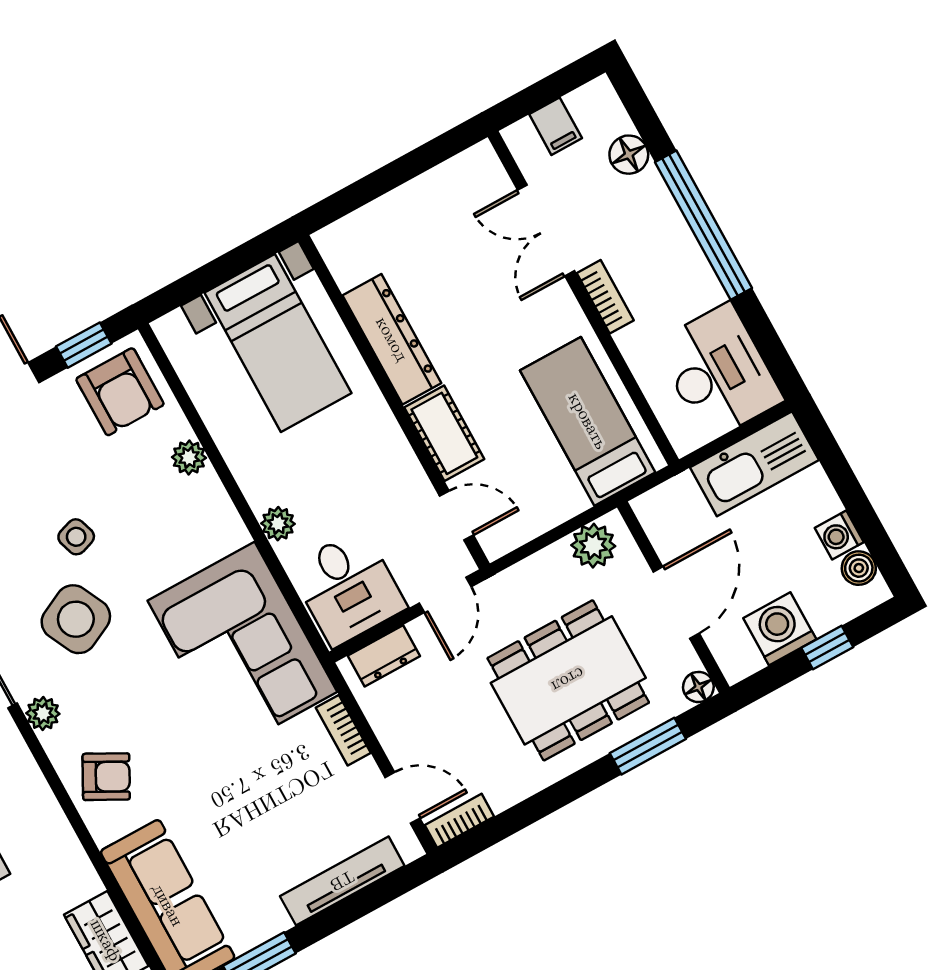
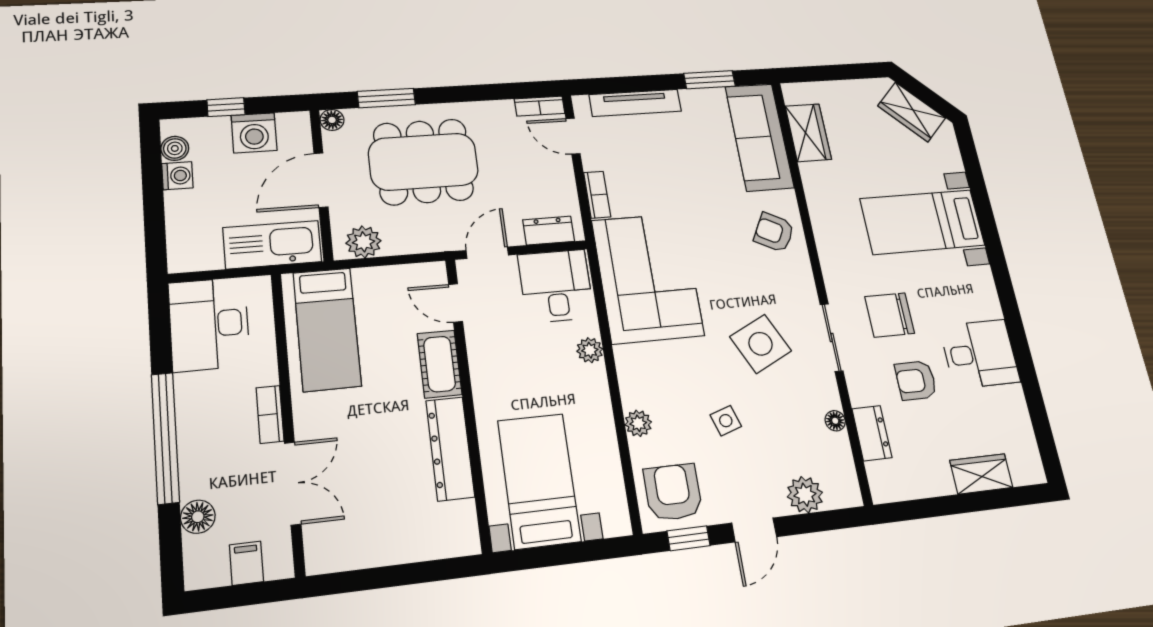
kitchen sink: (754, 464) -> (272, 245), moved
side table: (76, 537) -> (726, 421), moved
plant: (43, 713) -> (805, 291), removed

